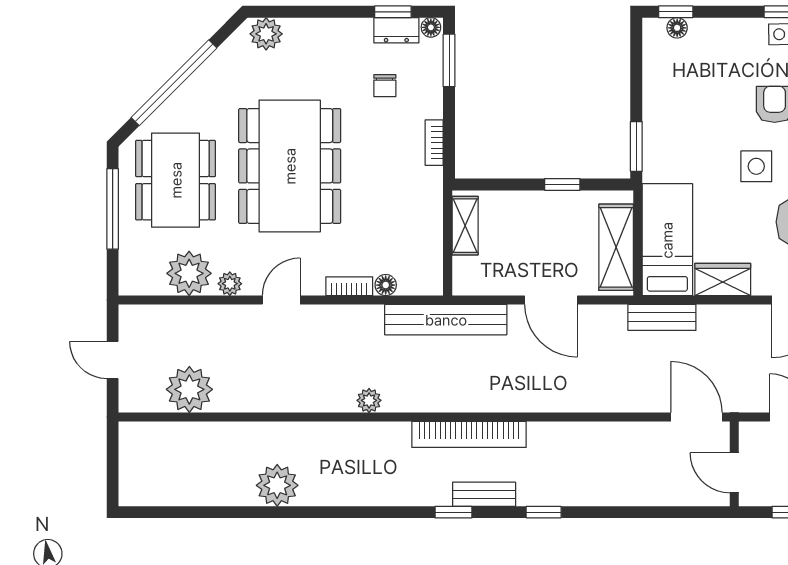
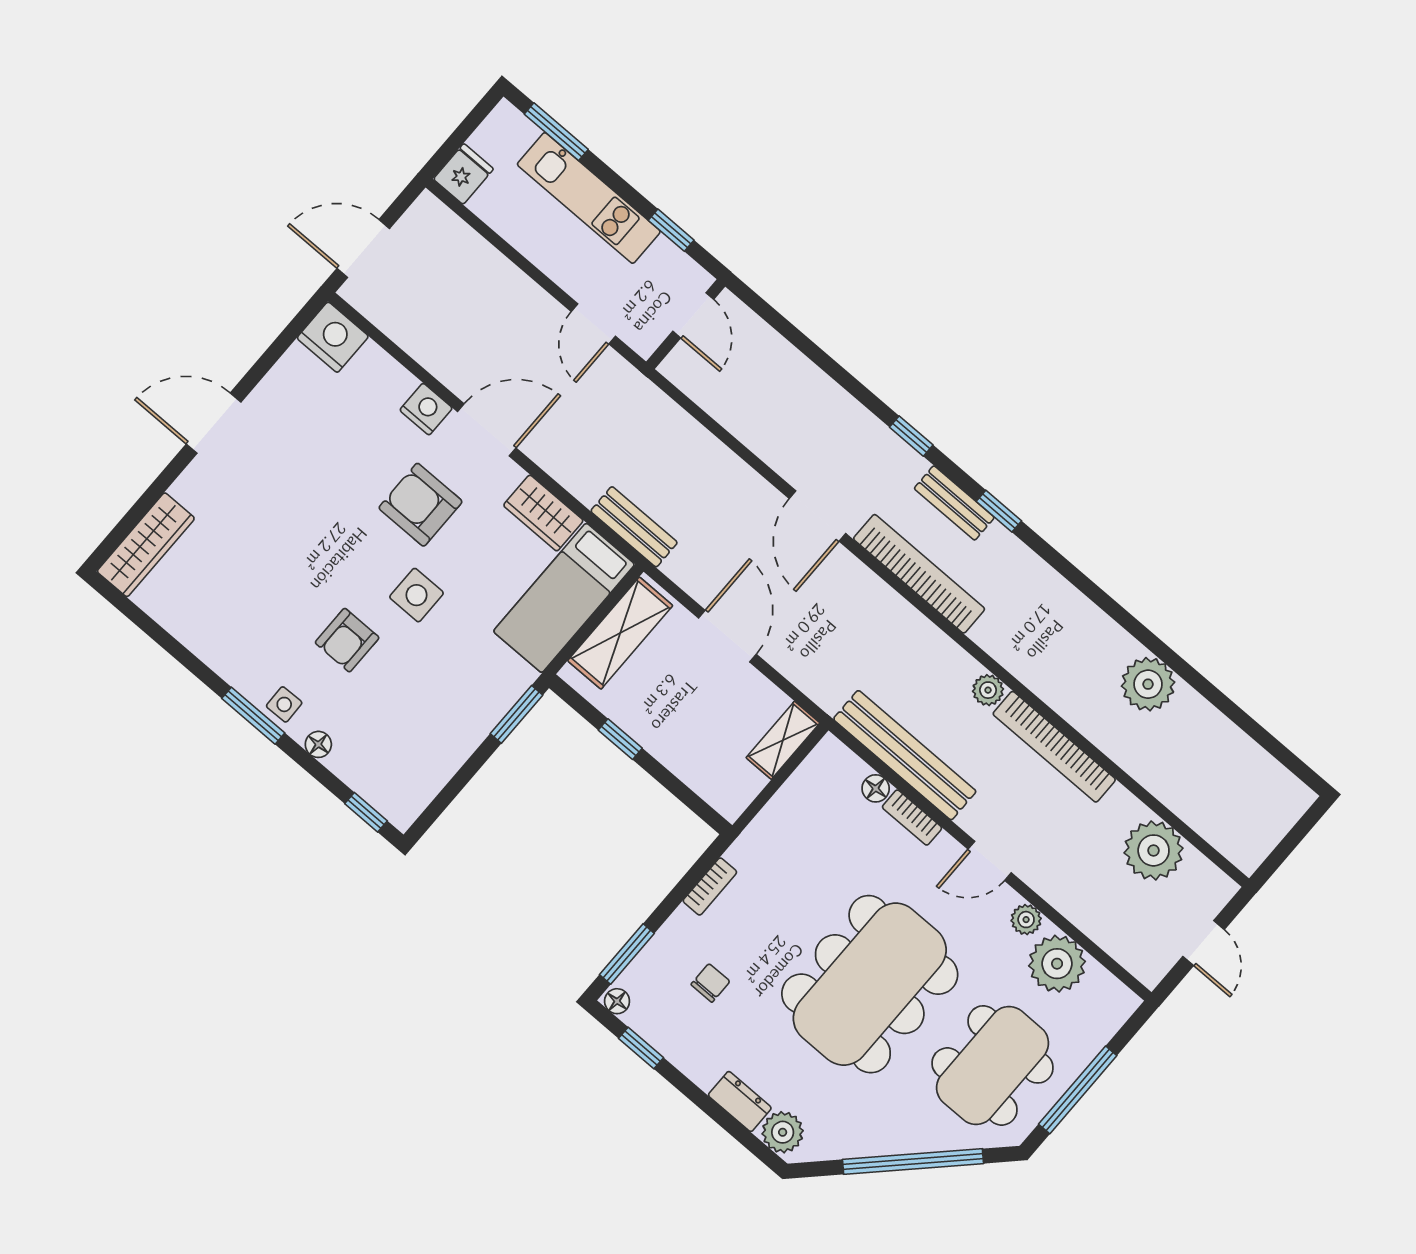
floor lamp: (677, 28) -> (318, 744), moved
dresser: (396, 30) -> (740, 1102), moved
shelving: (465, 226) -> (783, 740), moved
bench: (446, 320) -> (905, 755), moved
bookcase: (301, 400) -> (1054, 747), added
door: (696, 417) -> (817, 516), moved

